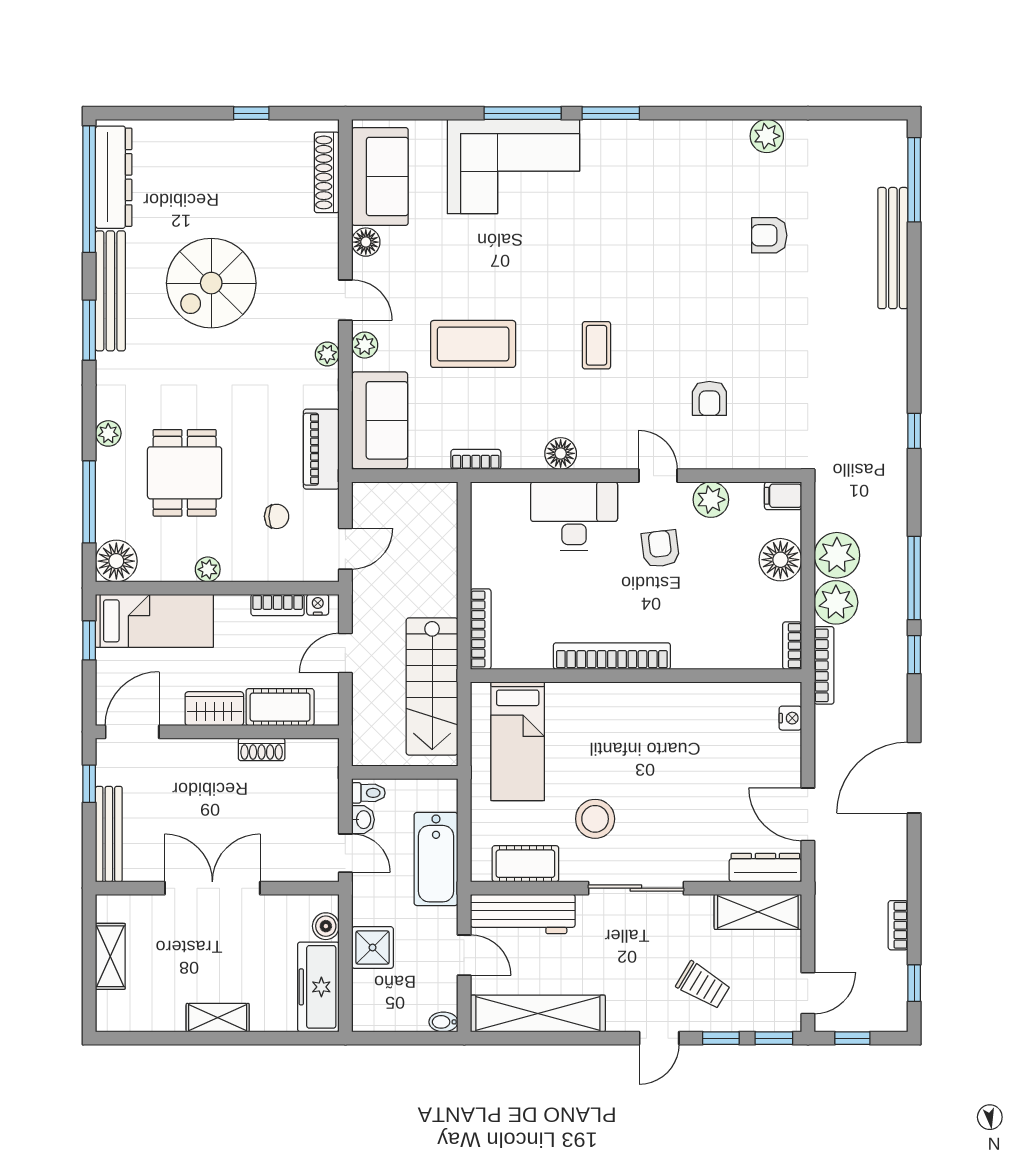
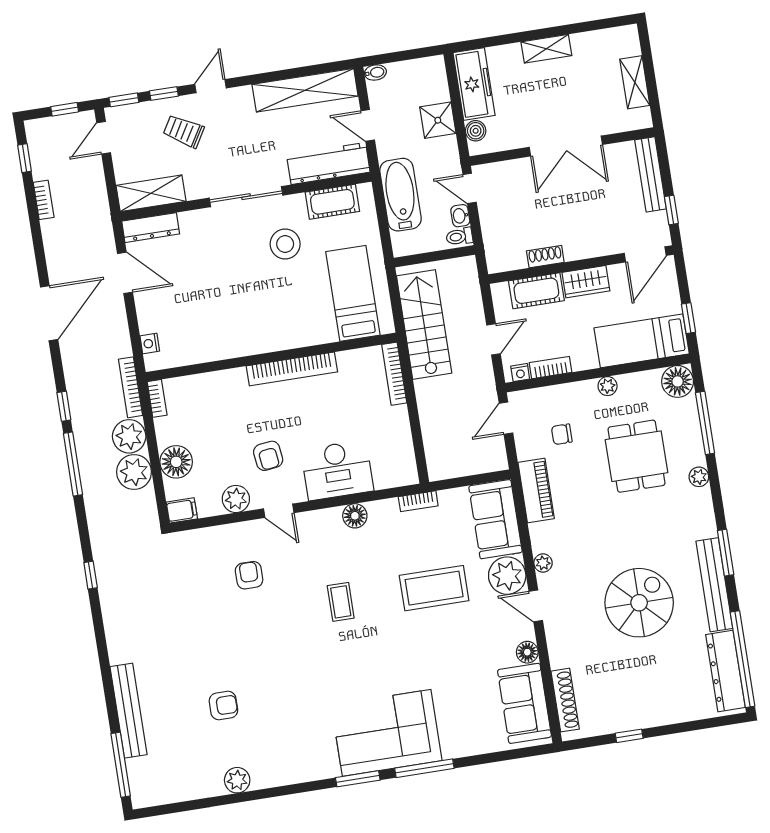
corner sofa: (513, 167) -> (387, 733), moved
plant: (365, 345) -> (507, 576), width x1.87, depth x1.87

